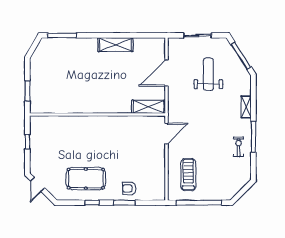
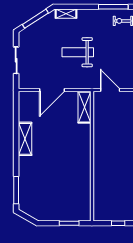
door: (166, 73) -> (52, 90), hinge flipped
weight bench: (208, 74) -> (78, 52), moved
shelving: (246, 107) -> (66, 14), moved

